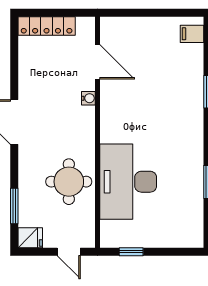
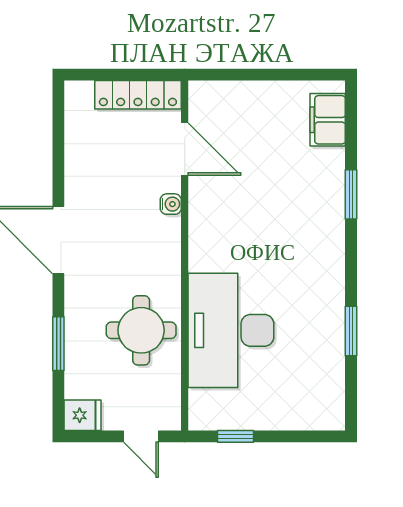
locker: (47, 26) -> (138, 95), moved
filing cabinet: (192, 34) -> (328, 120), width x2.00
window: (14, 206) -> (58, 344), moved

